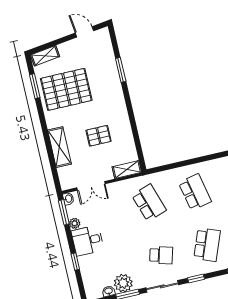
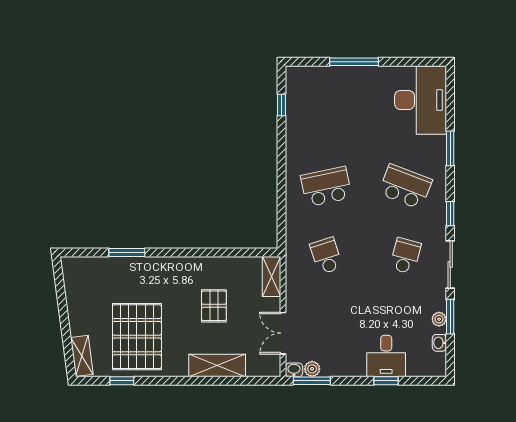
door: (84, 32) -> (61, 292), removed
window: (35, 86) -> (122, 381), width x0.67
double door: (91, 186) -> (283, 333), swing flipped
school desk: (149, 203) -> (326, 256), width x0.54
plant: (75, 223) -> (312, 369), moved
desk: (88, 240) -> (386, 356), moved
plant: (123, 283) -> (439, 319), width x0.53, depth x0.53

